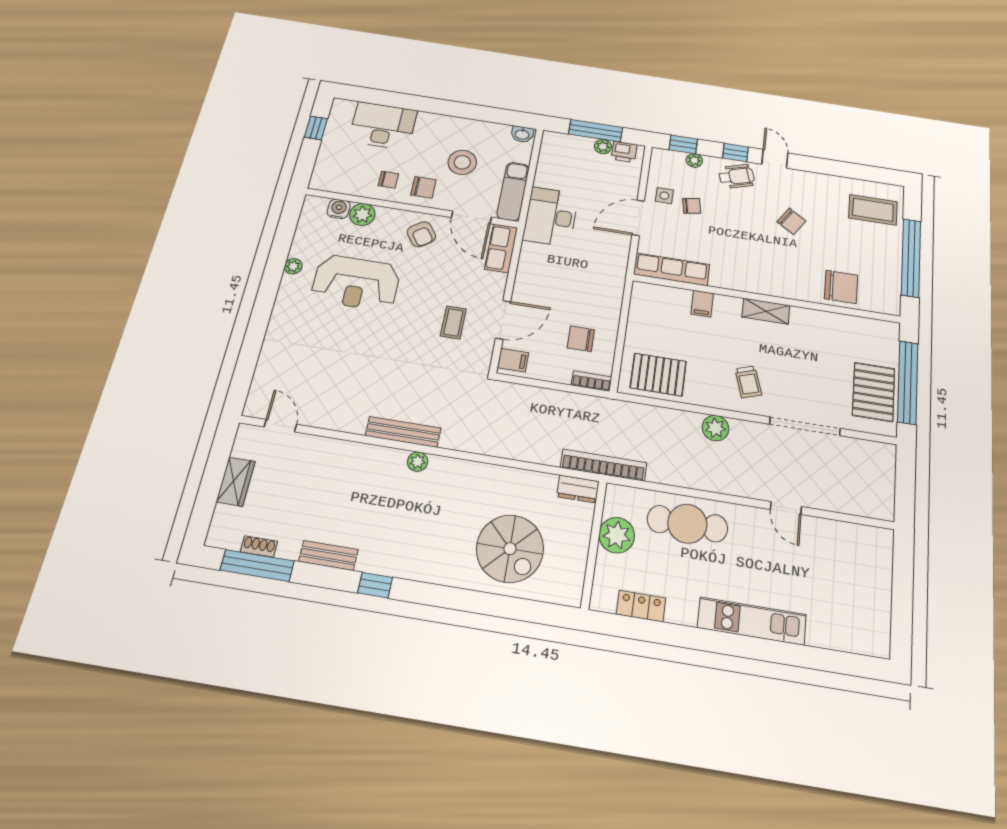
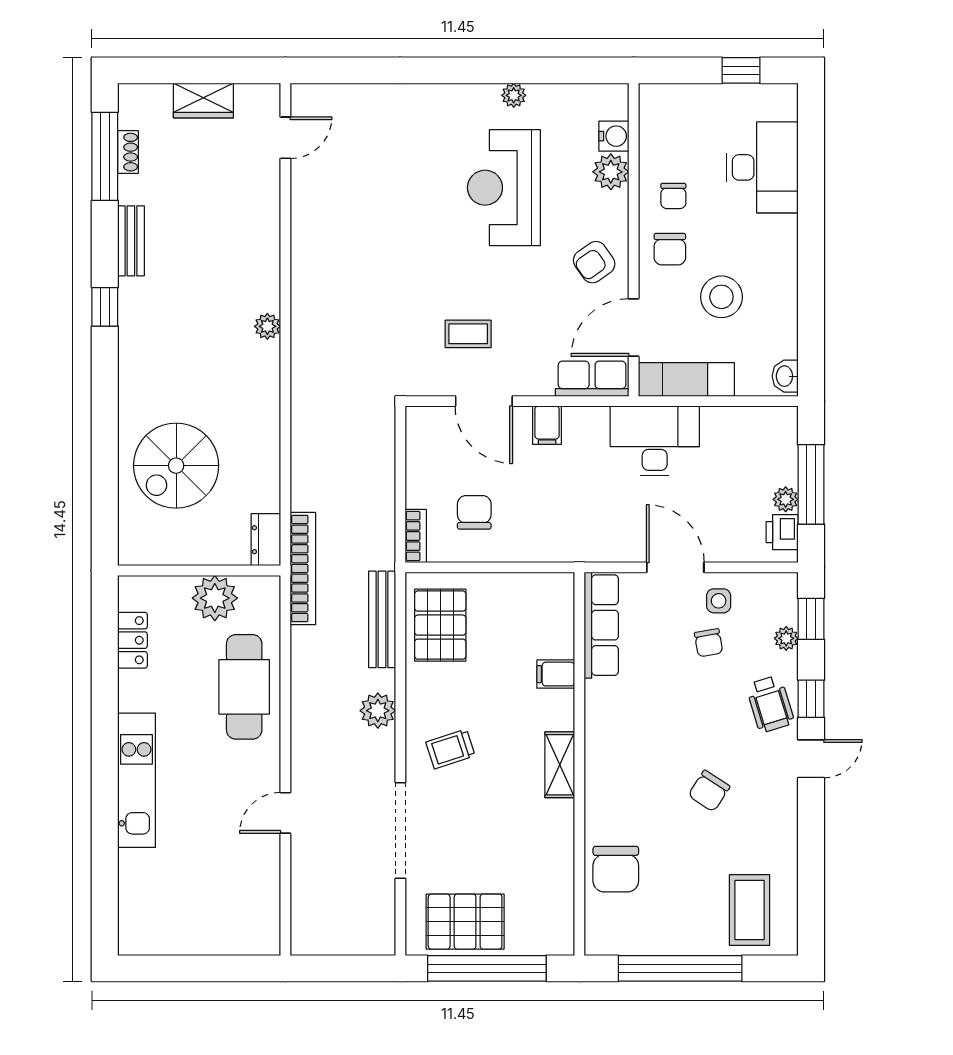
filing cabinet: (513, 360) -> (547, 425), moved
bench: (403, 432) -> (382, 619), moved

